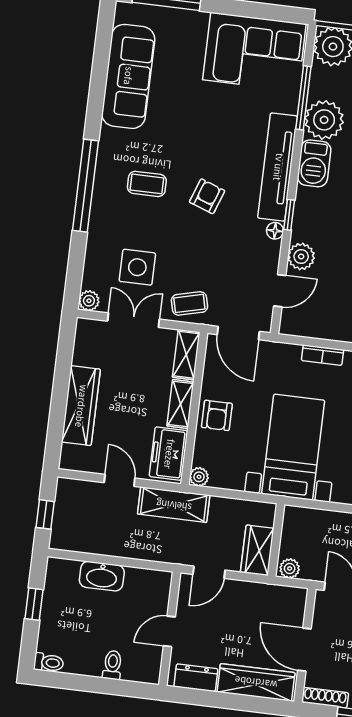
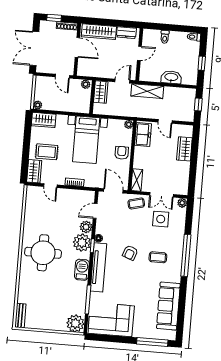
plant: (324, 120) -> (82, 243), moved
shelving: (180, 404) -> (139, 157), removed
wardrobe: (81, 406) -> (184, 149), width x0.67
shelving: (174, 505) -> (147, 91), moved

